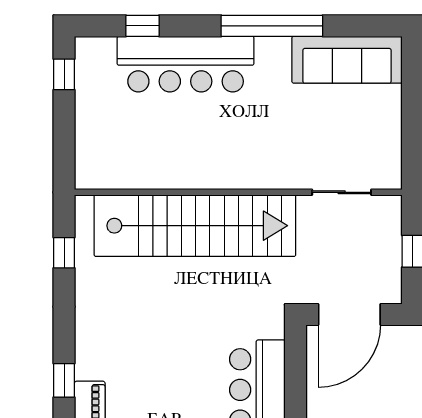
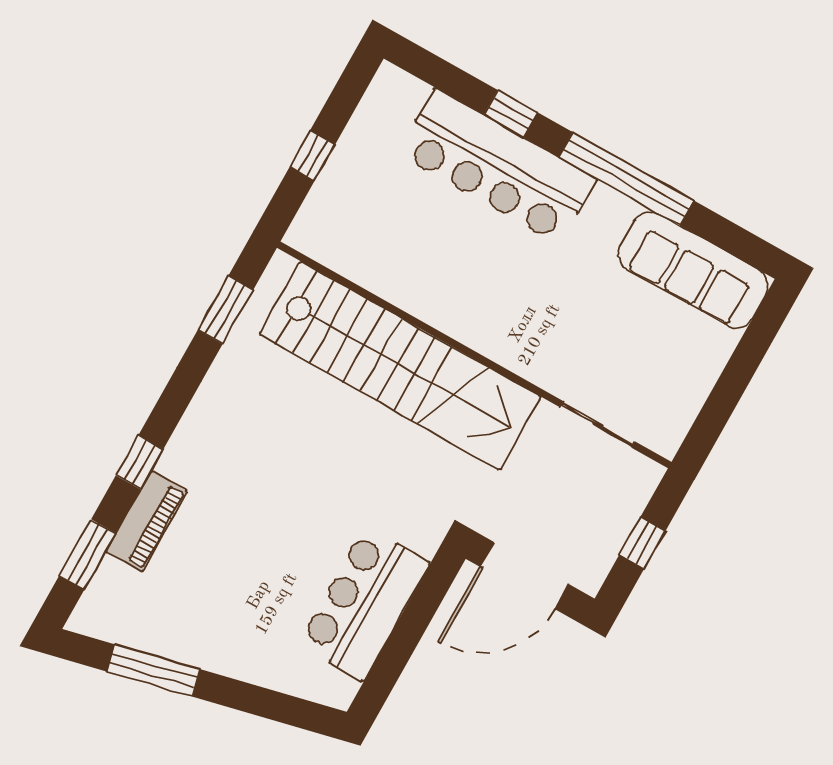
window: (142, 26) -> (511, 114), moved
window: (64, 74) -> (312, 156), moved
window: (64, 253) -> (225, 310), width x1.50

